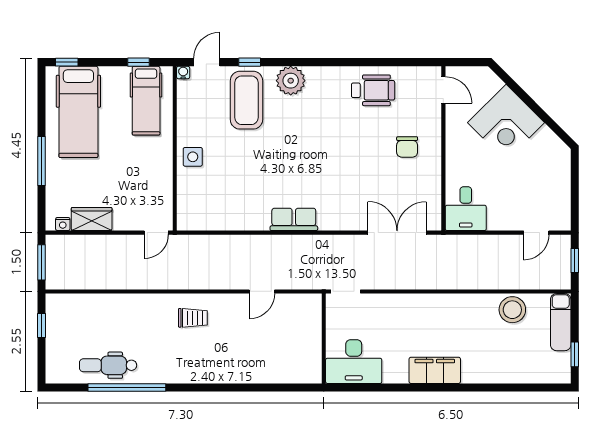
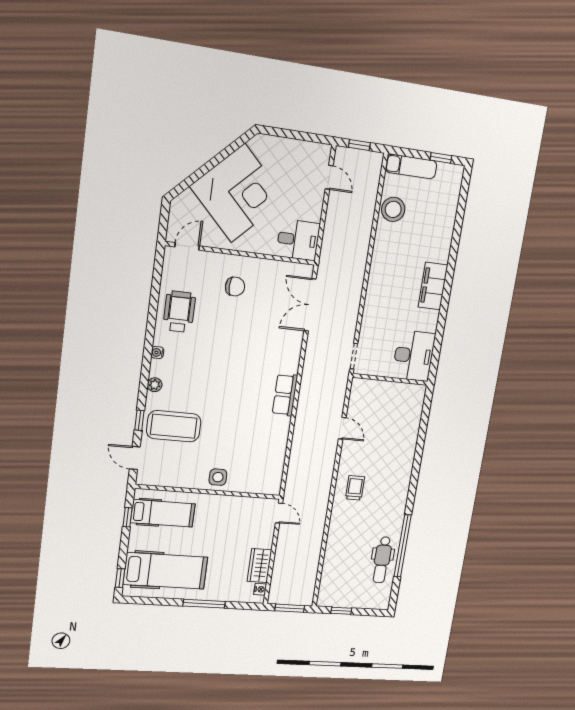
water cooler: (183, 72) -> (157, 353), moved
plant: (291, 81) -> (155, 385), width x0.53, depth x0.53
corner desk: (506, 123) -> (238, 193), width x1.36, depth x1.36

